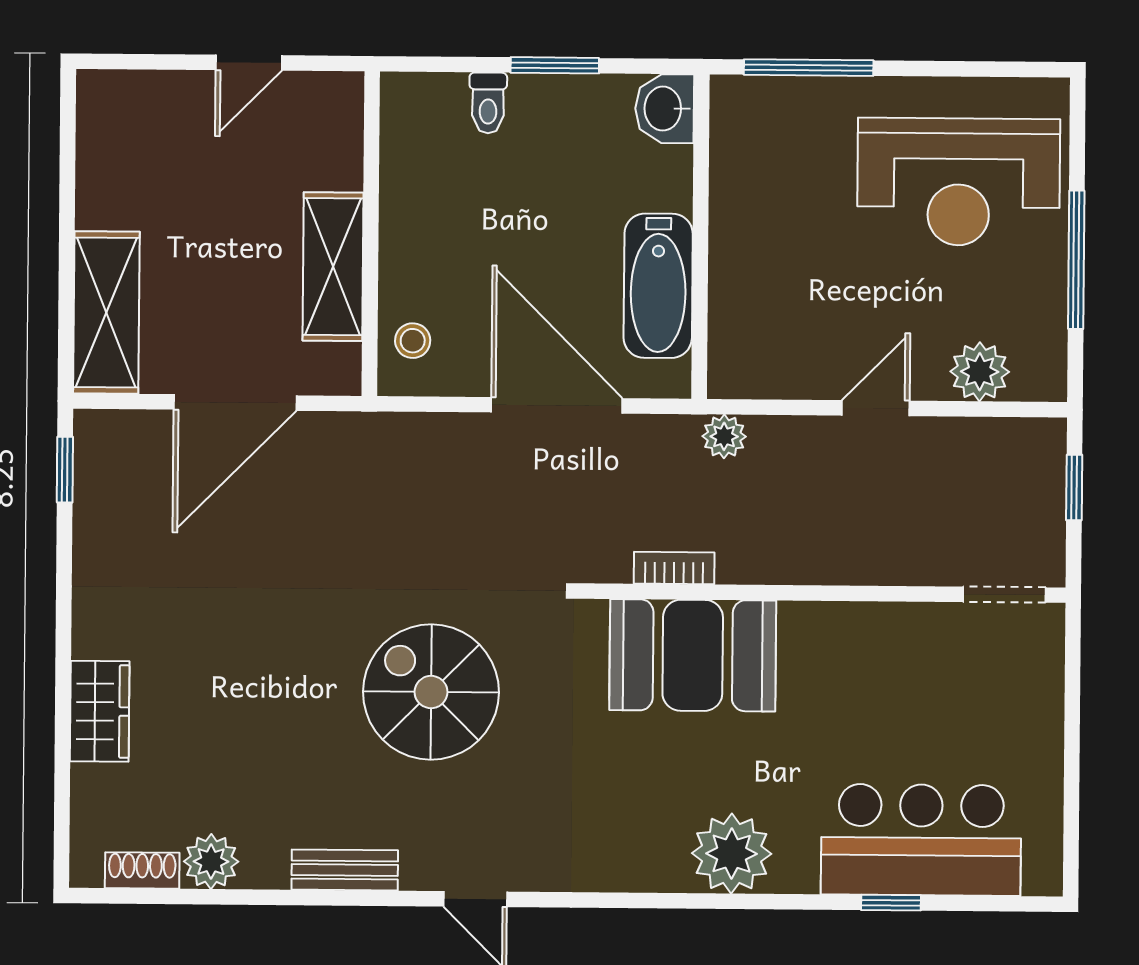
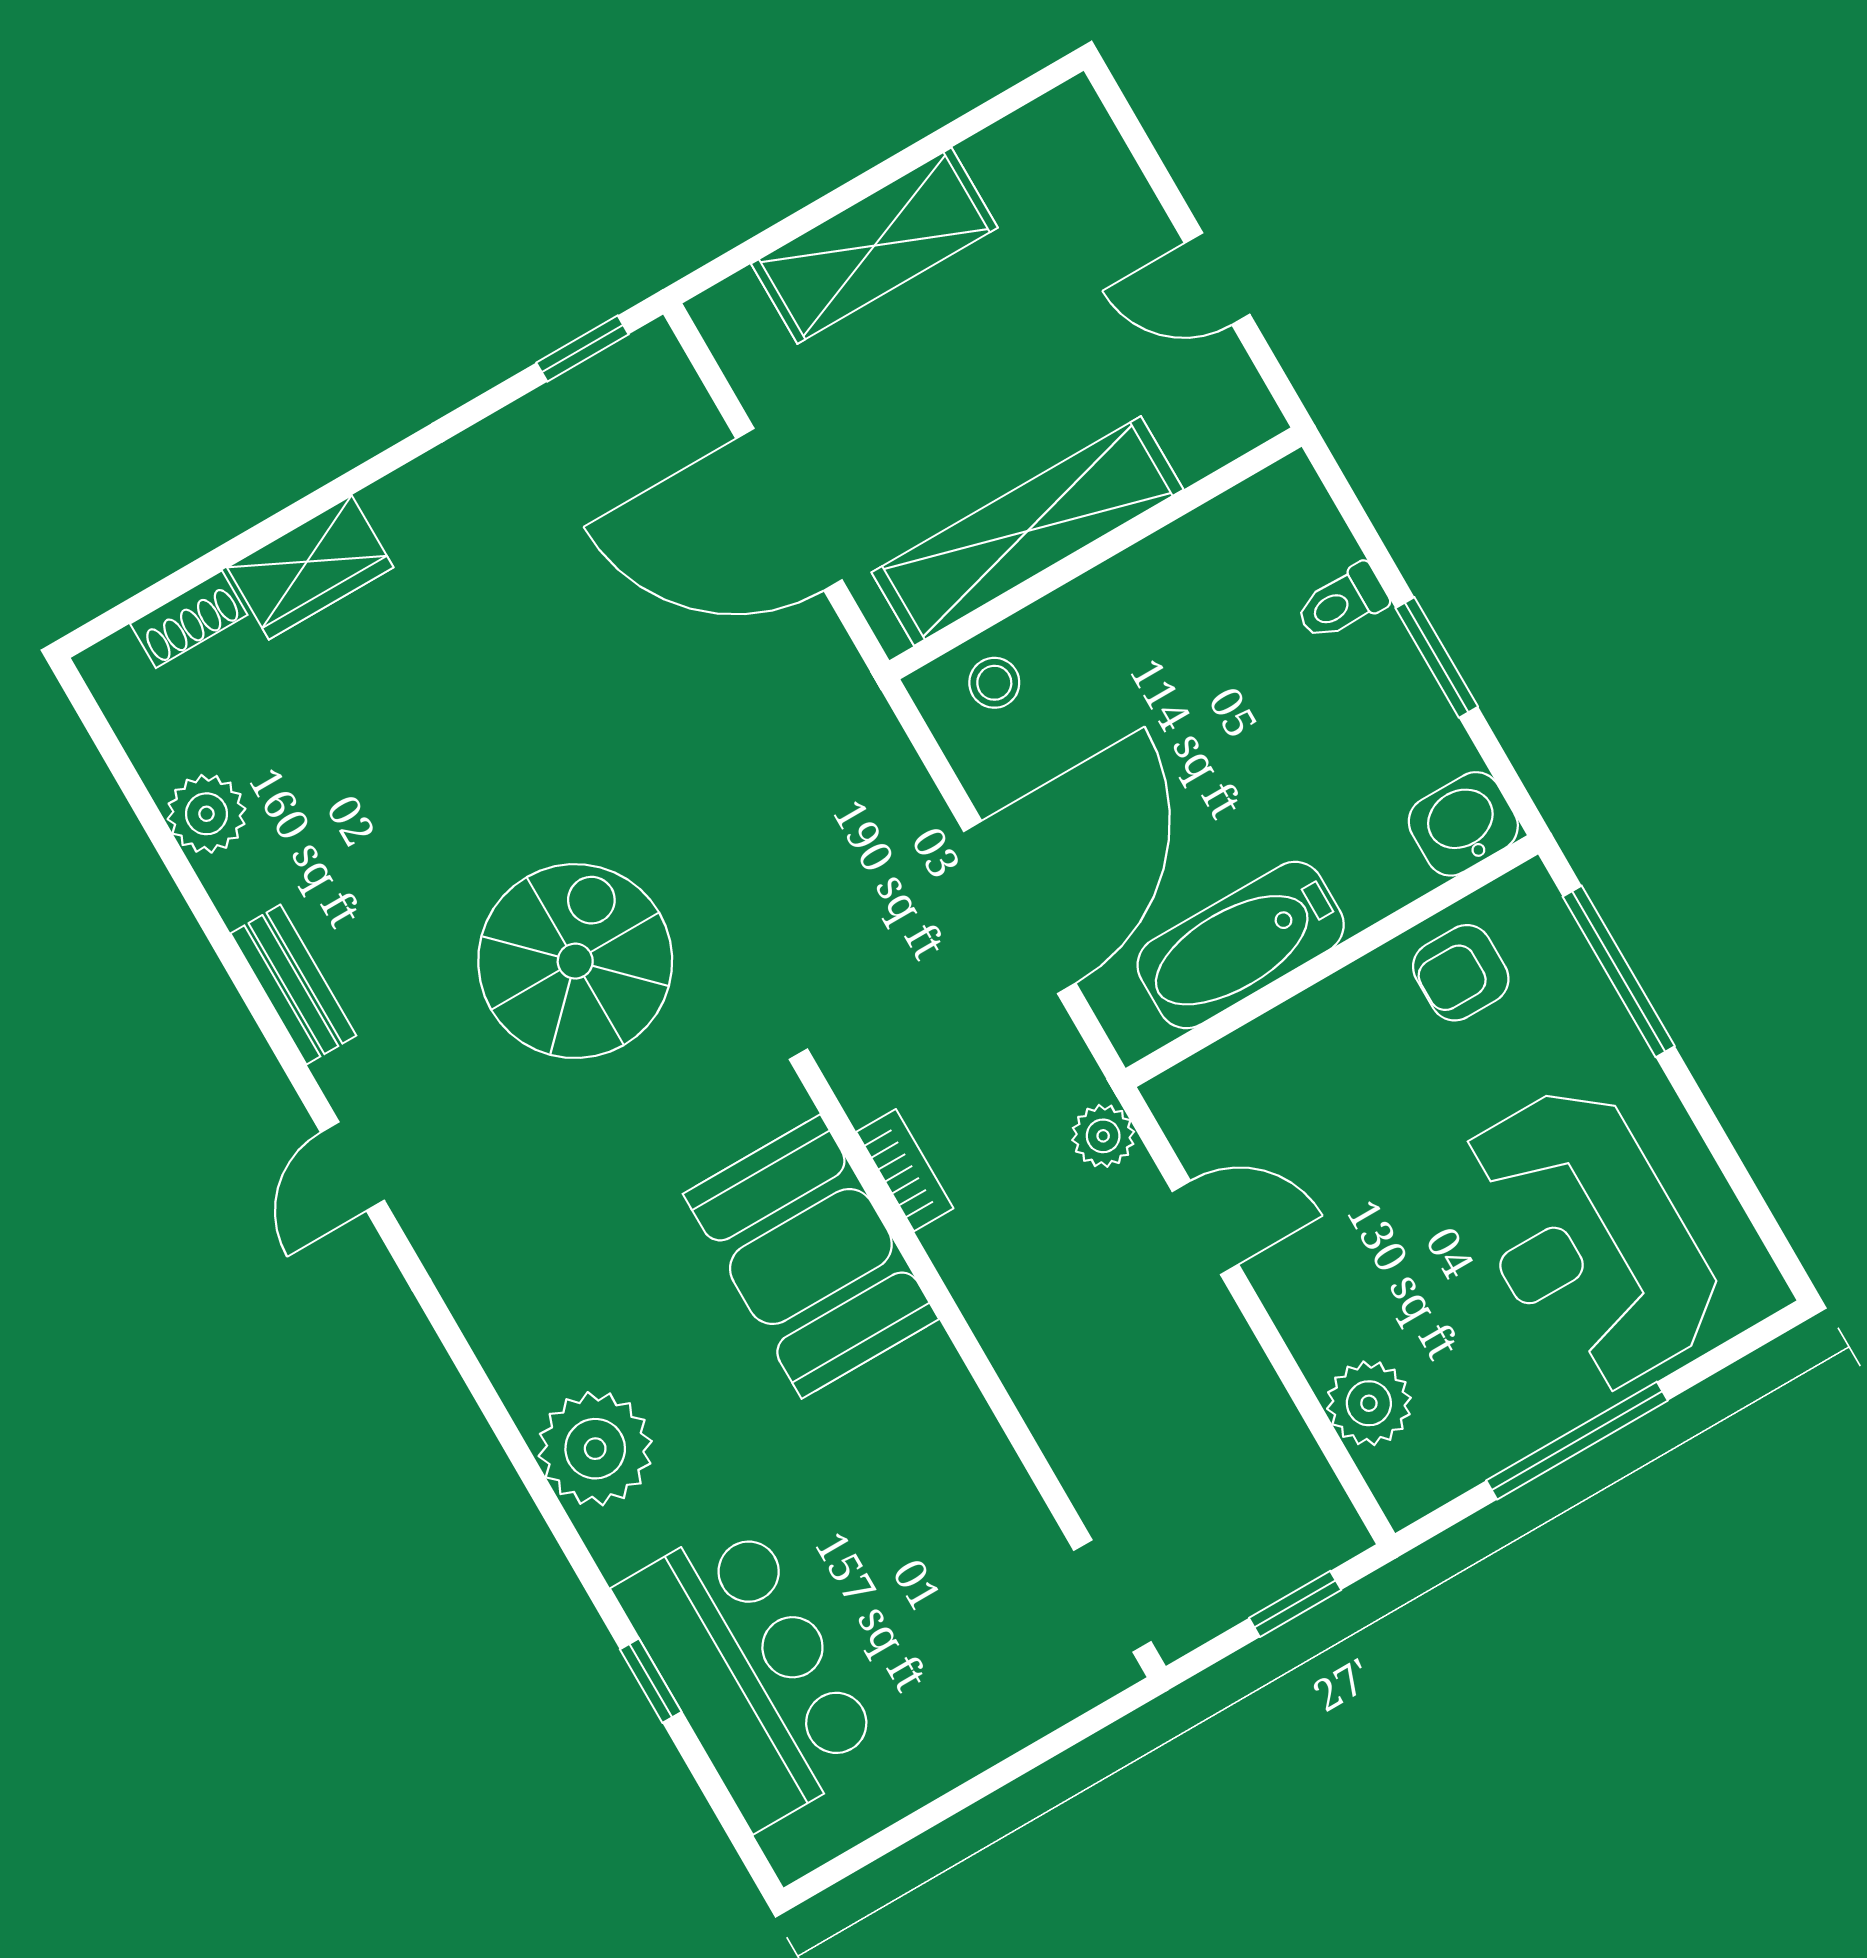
armchair: (753, 163) -> (1461, 973), added
shelving: (333, 267) -> (1027, 531), width x1.47
shelving: (106, 313) -> (874, 246), moved
door: (876, 408) -> (1205, 1228), moved
shoe rack: (142, 870) -> (189, 619), moved, turned 90

